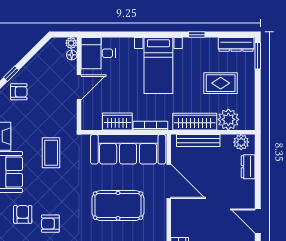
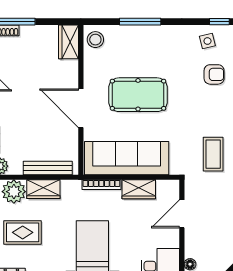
door: (79, 87) -> (182, 214), moved
wardrobe: (195, 122) -> (43, 189), width x0.67
door: (169, 181) -> (81, 108), moved

